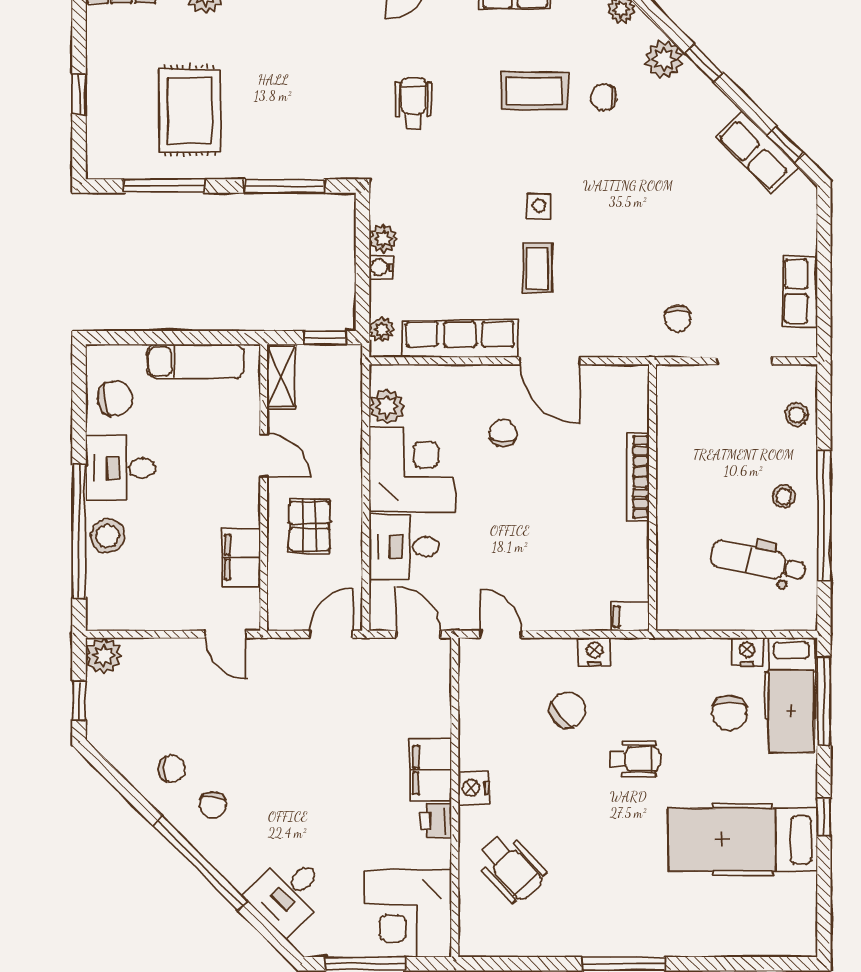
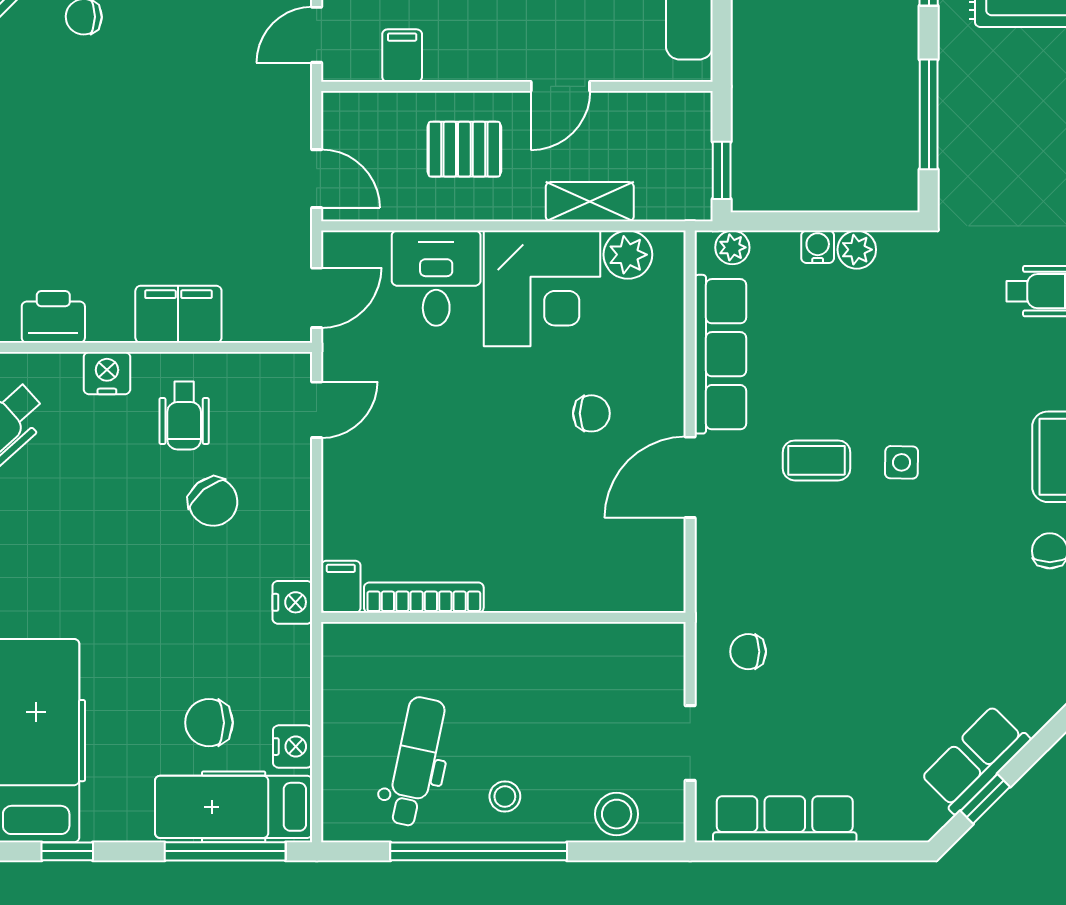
row of seats: (800, 291) -> (785, 819), width x1.48
shelving: (281, 376) -> (590, 202), moved
stool: (797, 415) -> (617, 814), width x1.37, depth x1.37
bookcase: (638, 477) -> (424, 598), moved
filing cabinet: (241, 557) -> (402, 56), width x0.50
nightstand: (595, 652) -> (292, 602), moved
wheelchair: (635, 759) -> (184, 416), moved
filing cabinet: (430, 770) -> (178, 314), moved
printer: (436, 821) -> (53, 317), width x1.36, depth x1.24

